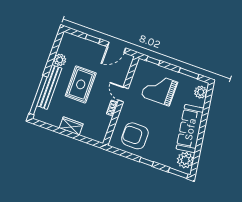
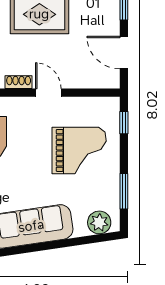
grand piano: (159, 89) -> (79, 150), turned 90
door: (123, 94) -> (48, 93), hinge flipped

